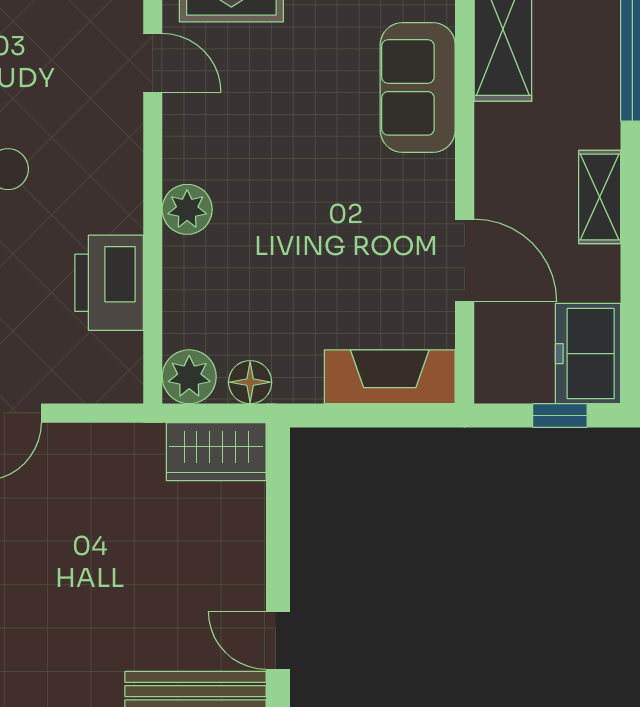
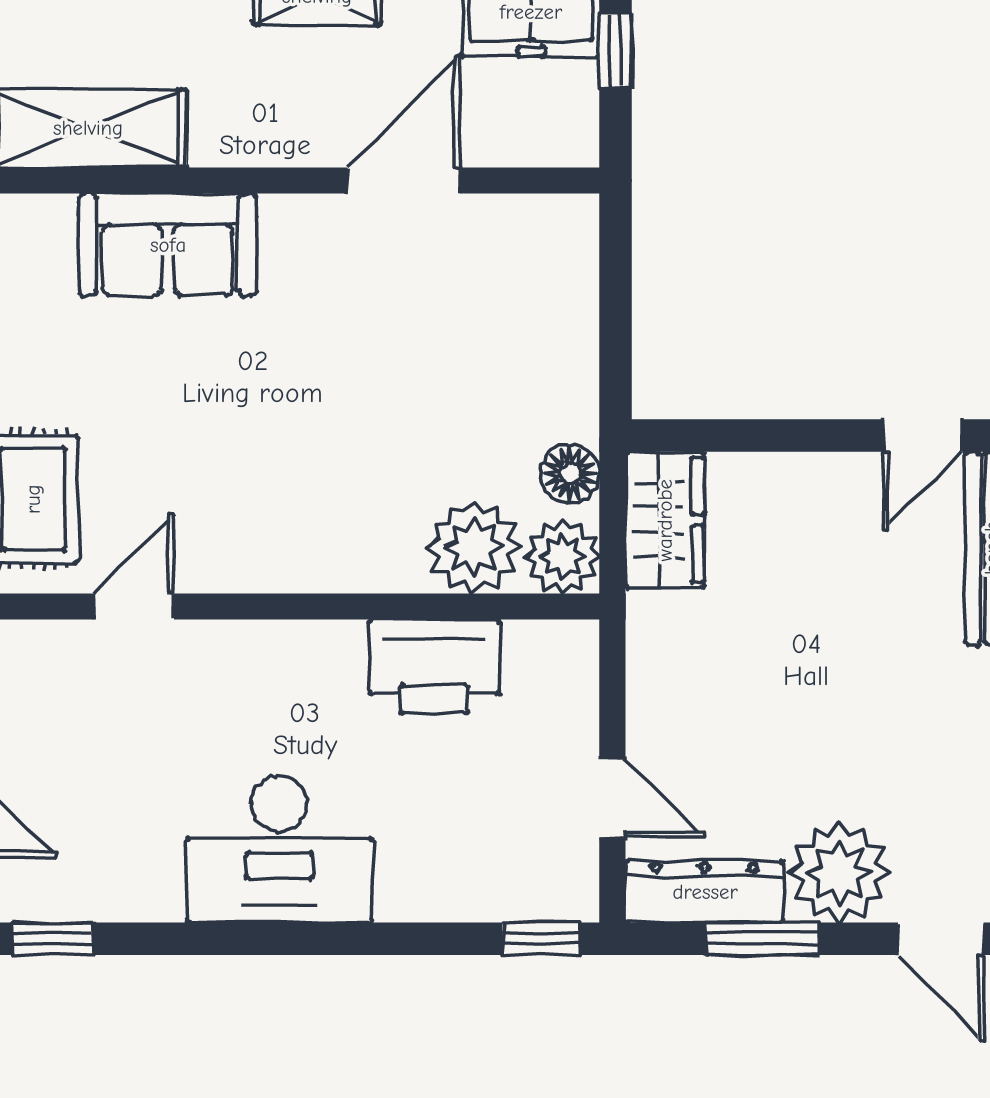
plant: (187, 209) -> (474, 547), moved, width x1.36, depth x1.36
fireplace: (390, 377) -> (563, 283), removed

